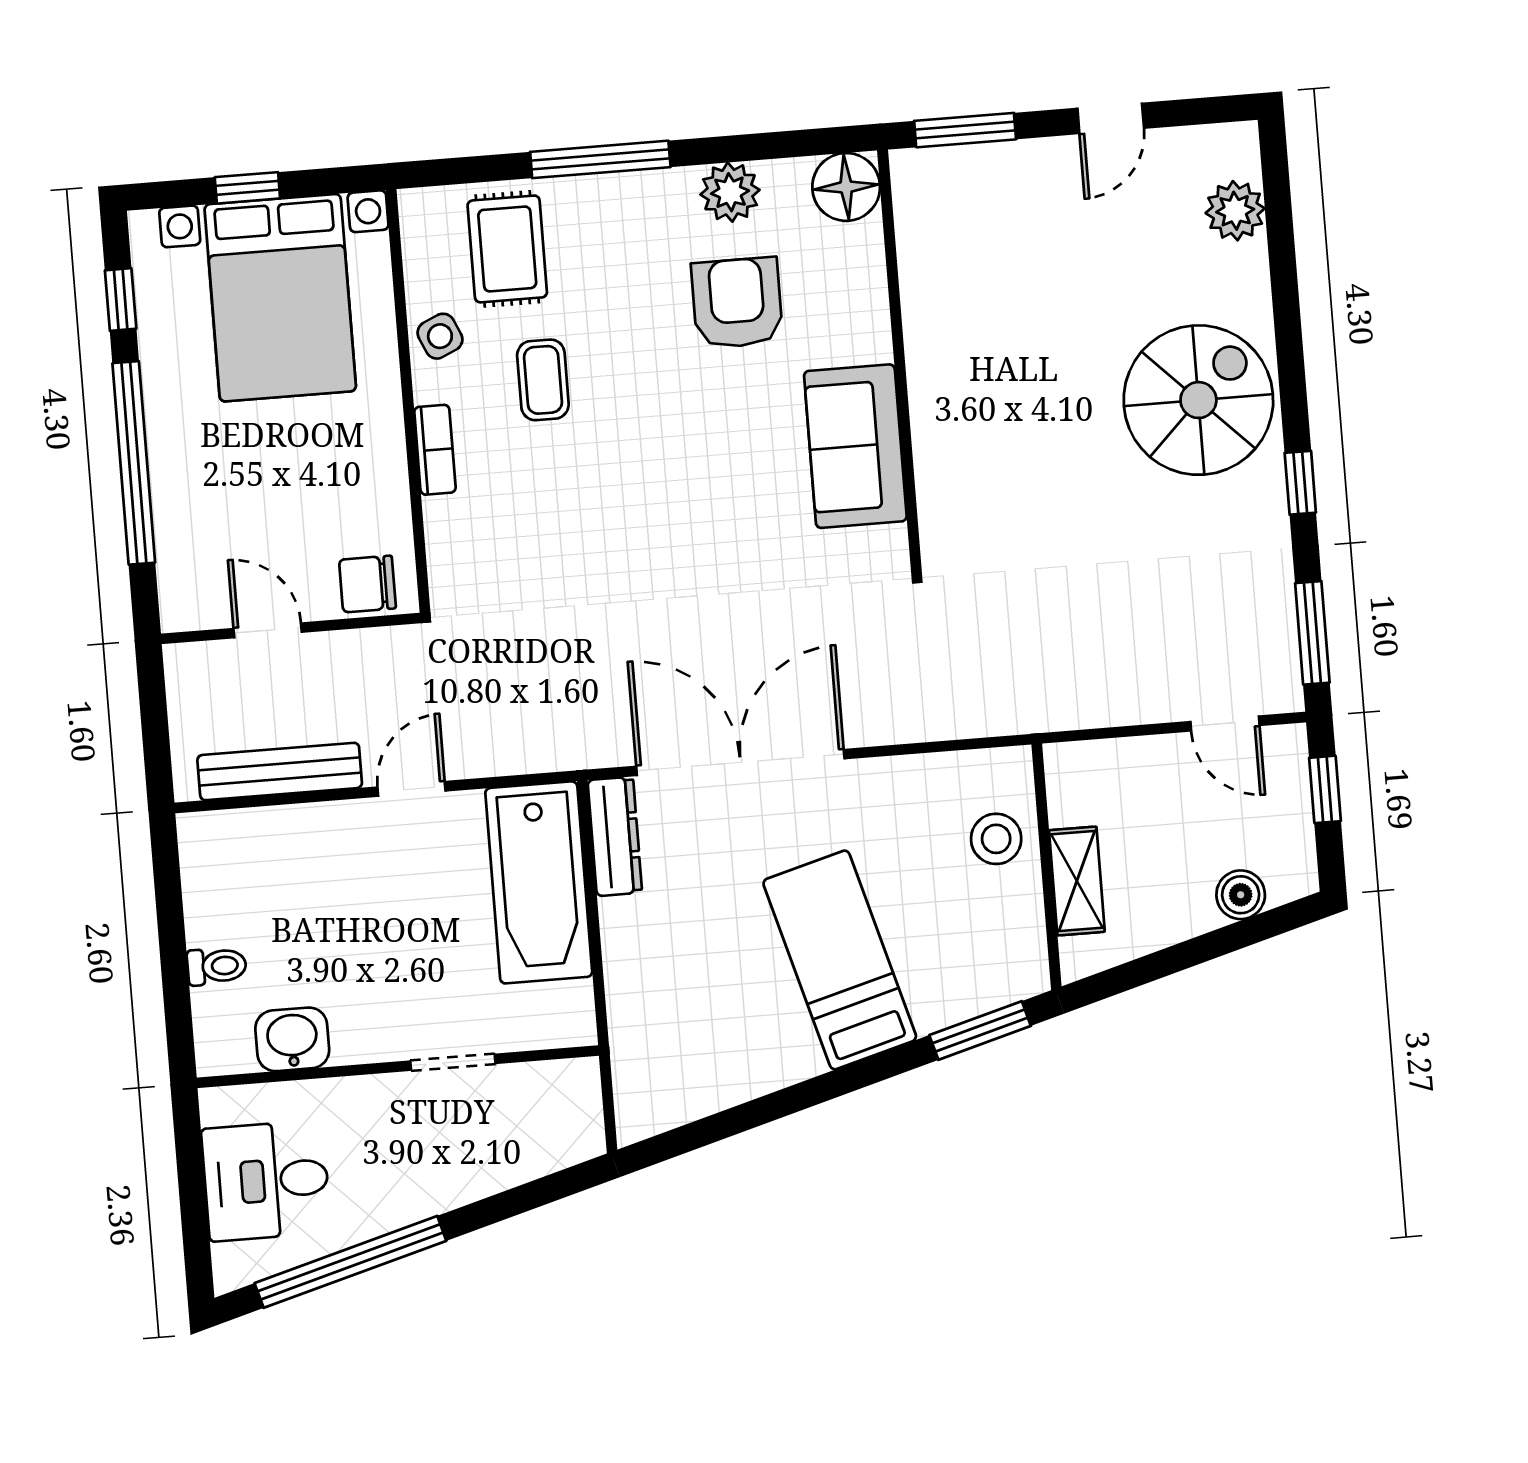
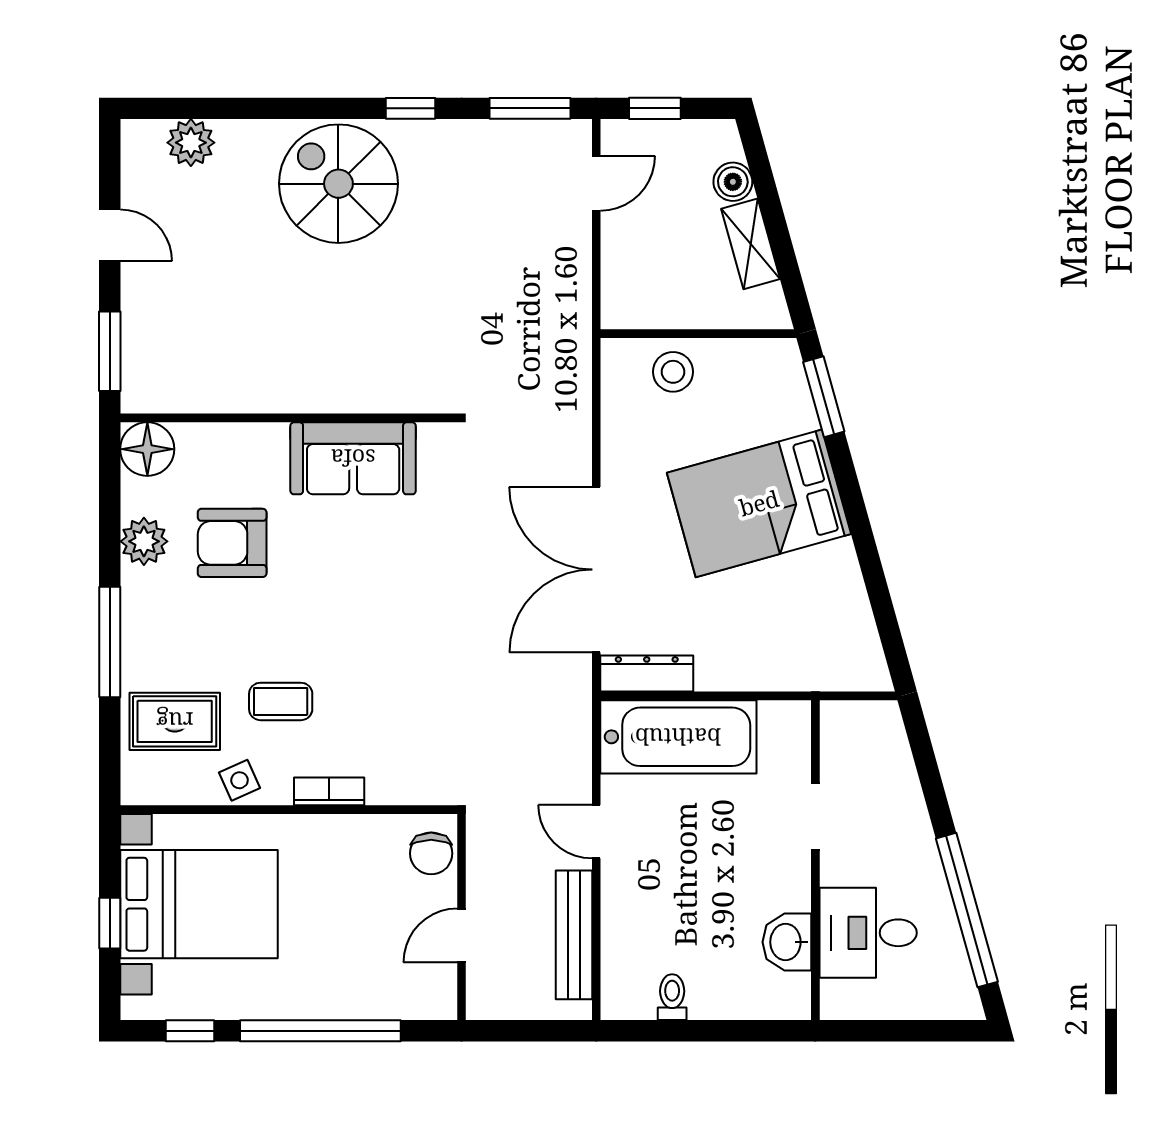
shelving: (1077, 881) -> (751, 244), moved, turned 74
bed: (840, 960) -> (759, 503), width x1.50
toilet: (217, 966) -> (672, 997), moved
desk: (266, 1181) -> (868, 933), moved, turned 90

